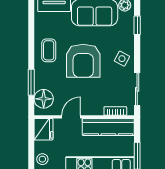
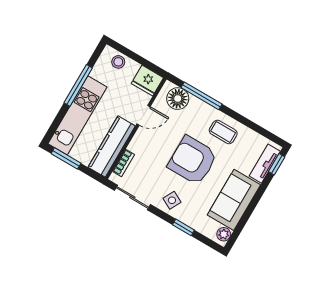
window: (137, 25) -> (183, 227), moved
window: (31, 82) -> (201, 96), width x1.44
door: (71, 117) -> (144, 115), hinge flipped

